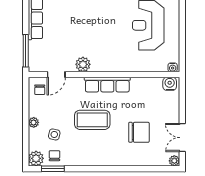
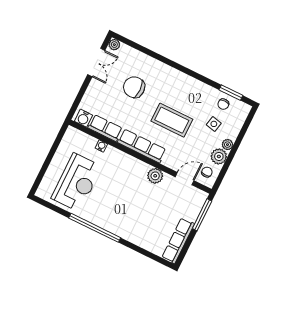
water cooler: (173, 67) -> (101, 146), moved
row of seats: (147, 85) -> (105, 128), added
plant: (36, 158) -> (219, 156), moved

